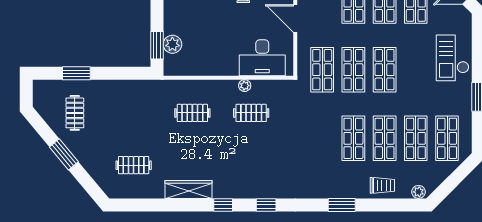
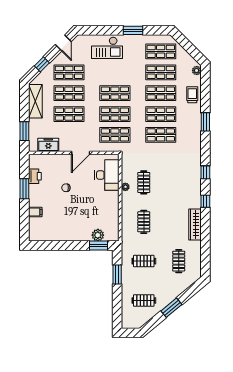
window: (76, 73) -> (117, 275), moved
clothes rail: (134, 113) -> (144, 261), added
shop shelf: (322, 138) -> (161, 135), added

